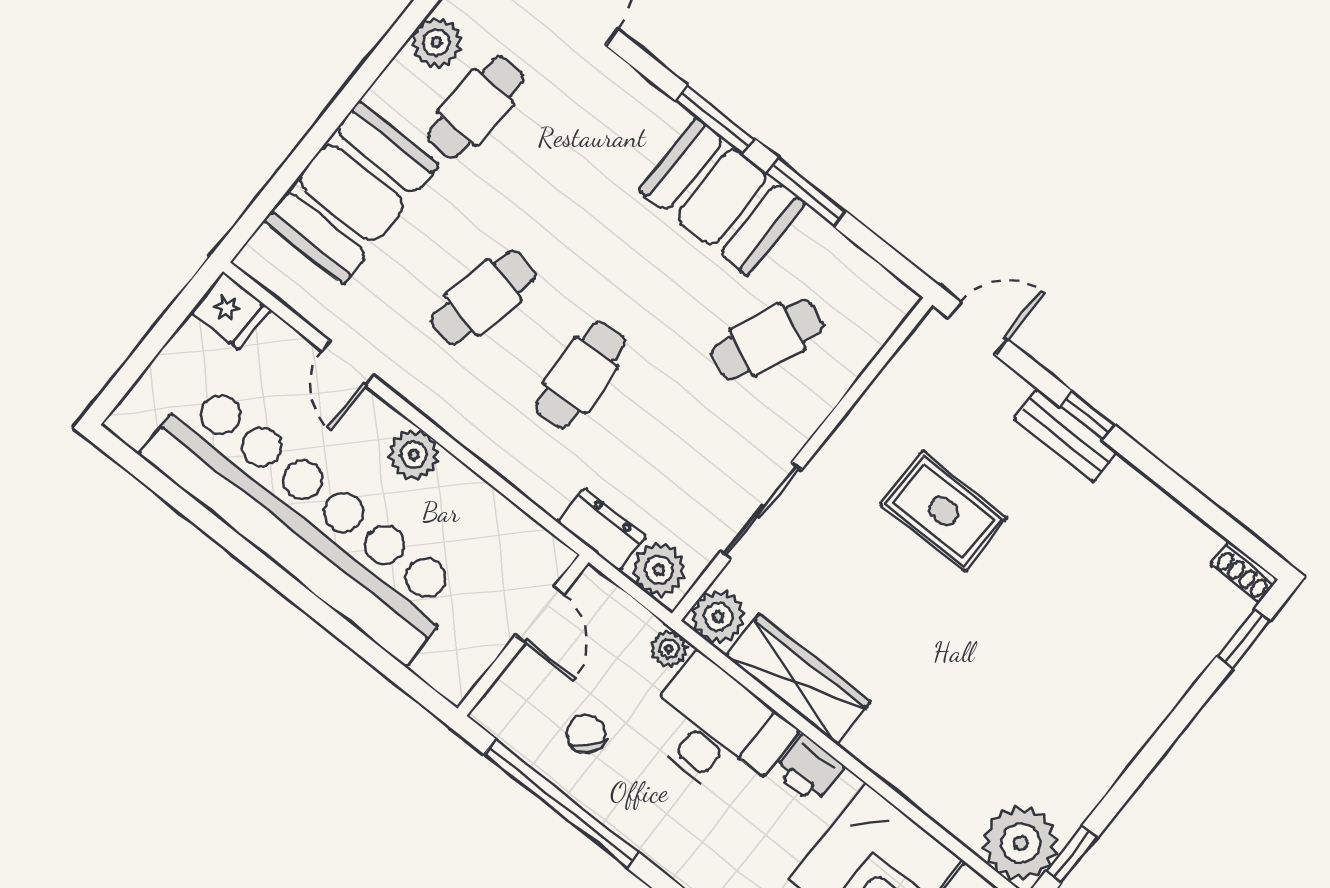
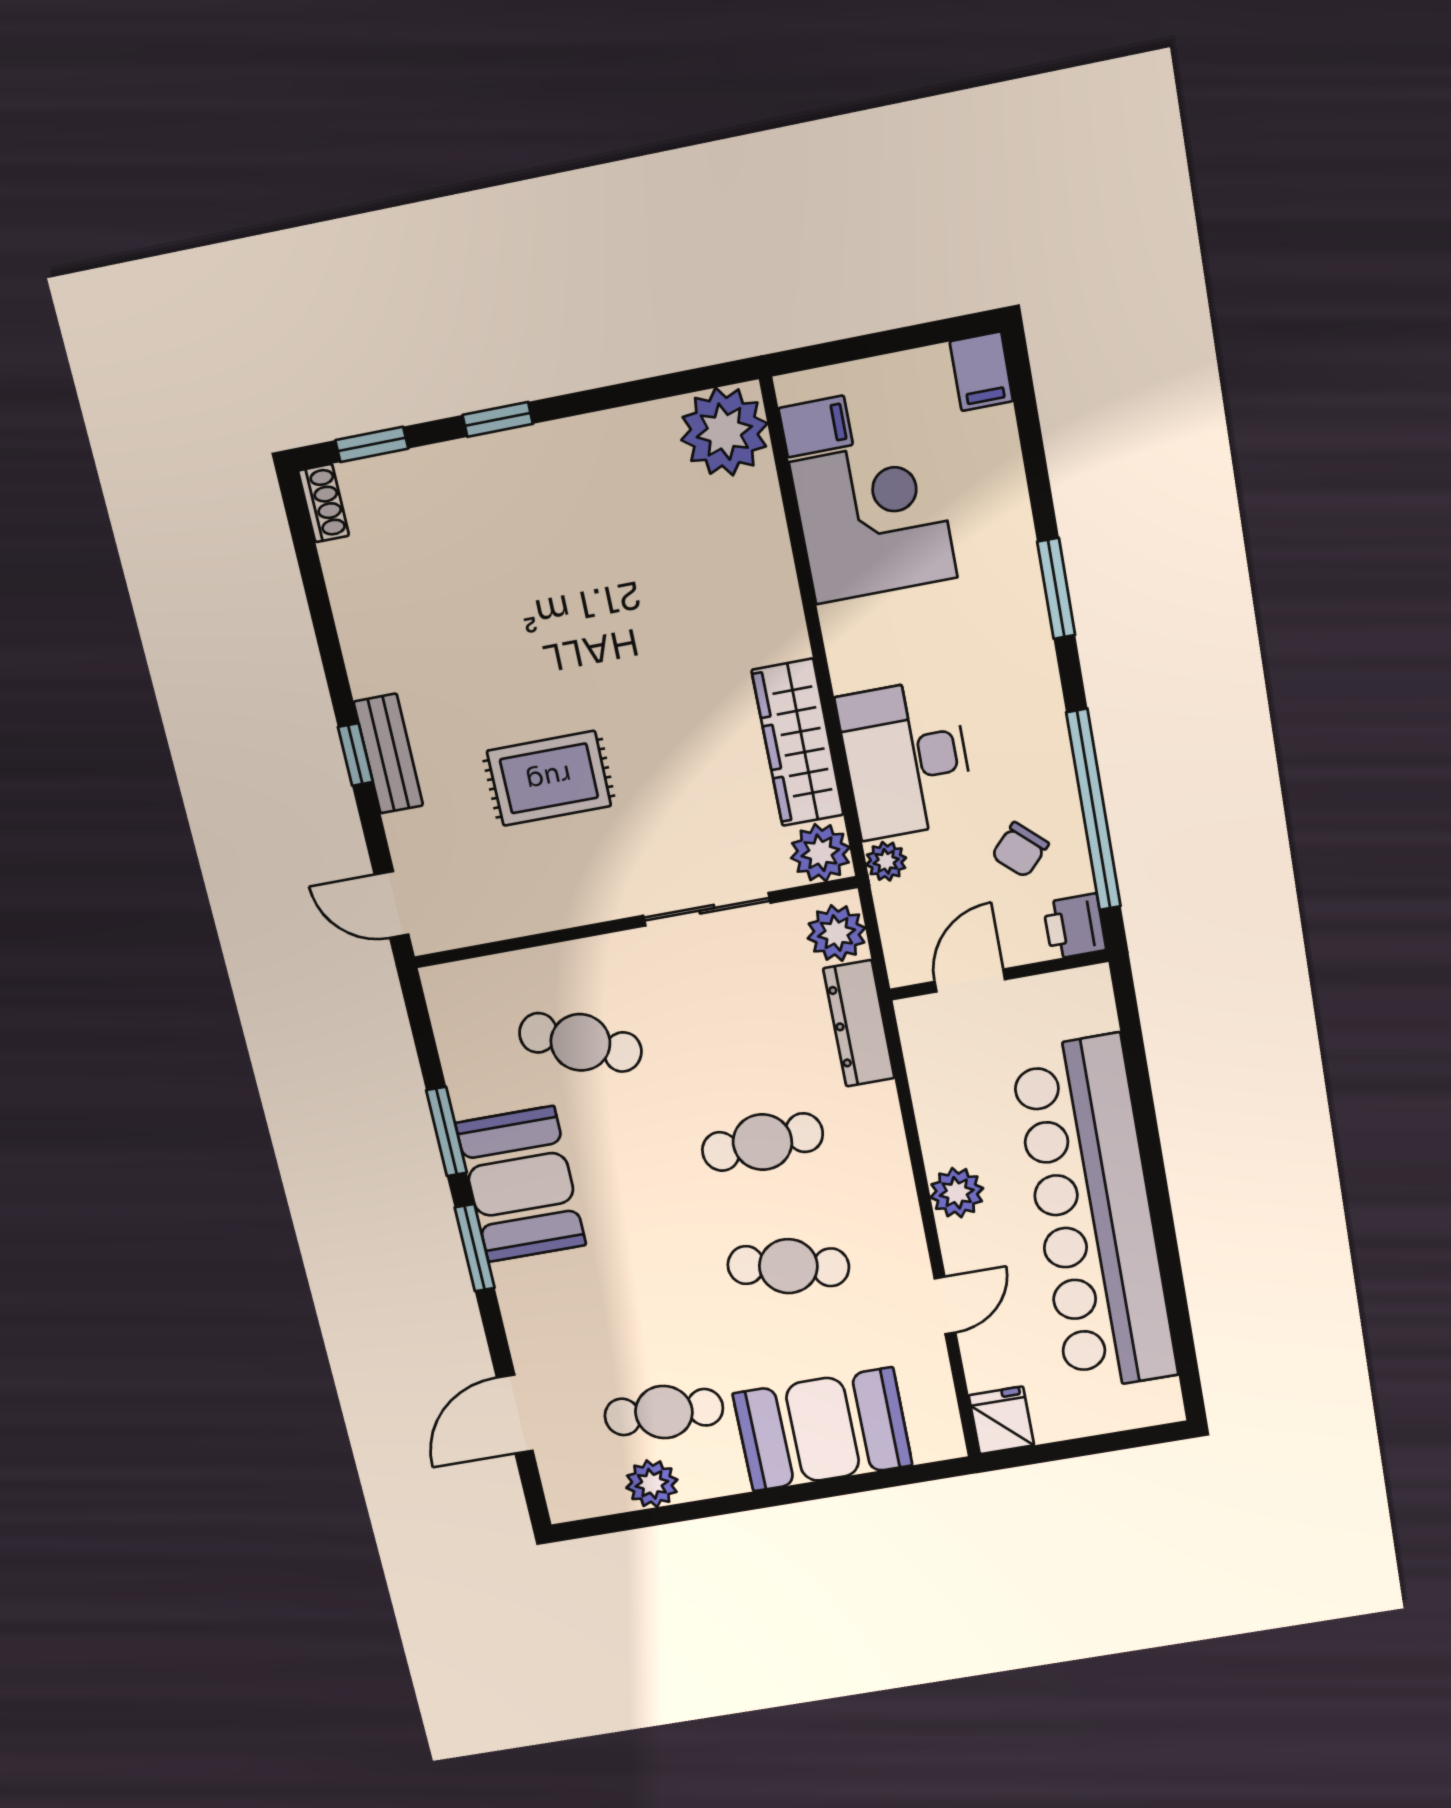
rug: (944, 511) -> (549, 778), turned 90
dresser: (602, 530) -> (859, 1024), width x1.44
printer: (809, 769) -> (1074, 926), moved, turned 180
window: (1071, 855) -> (498, 419), moved

